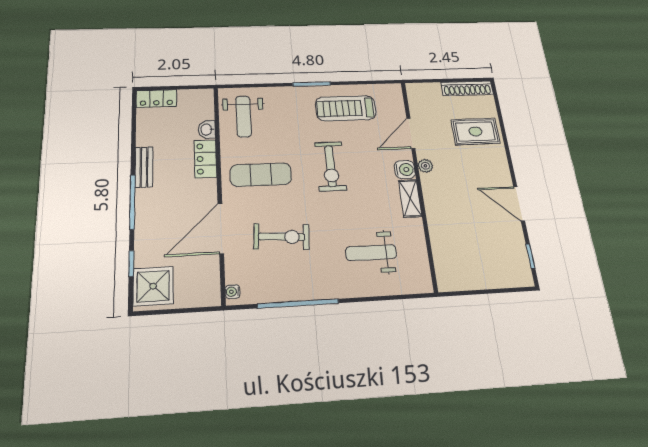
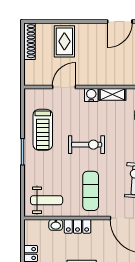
door: (411, 133) -> (64, 87), swing flipped
plant: (425, 166) -> (89, 81), removed

